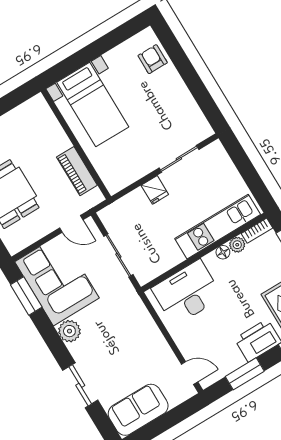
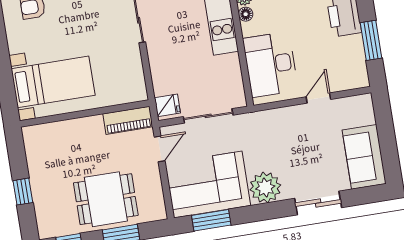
piano: (77, 171) -> (128, 120), moved
fridge: (155, 190) -> (167, 105), moved
plant: (69, 331) -> (265, 187), width x1.36, depth x1.36
door: (190, 373) -> (318, 98), moved

